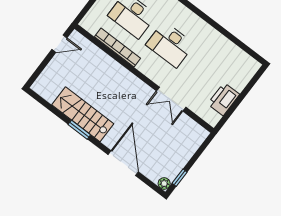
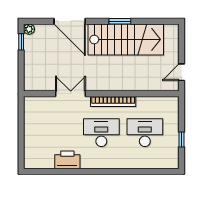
bookcase: (117, 47) -> (113, 101), moved
printer: (224, 99) -> (67, 160), moved, turned -90
stairs: (83, 114) -> (126, 39), width x1.36, depth x1.51

